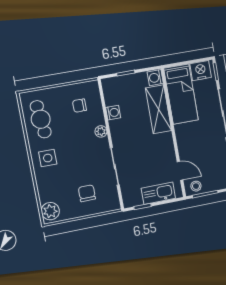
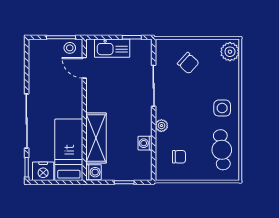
chair: (87, 193) -> (188, 63), turned -48

